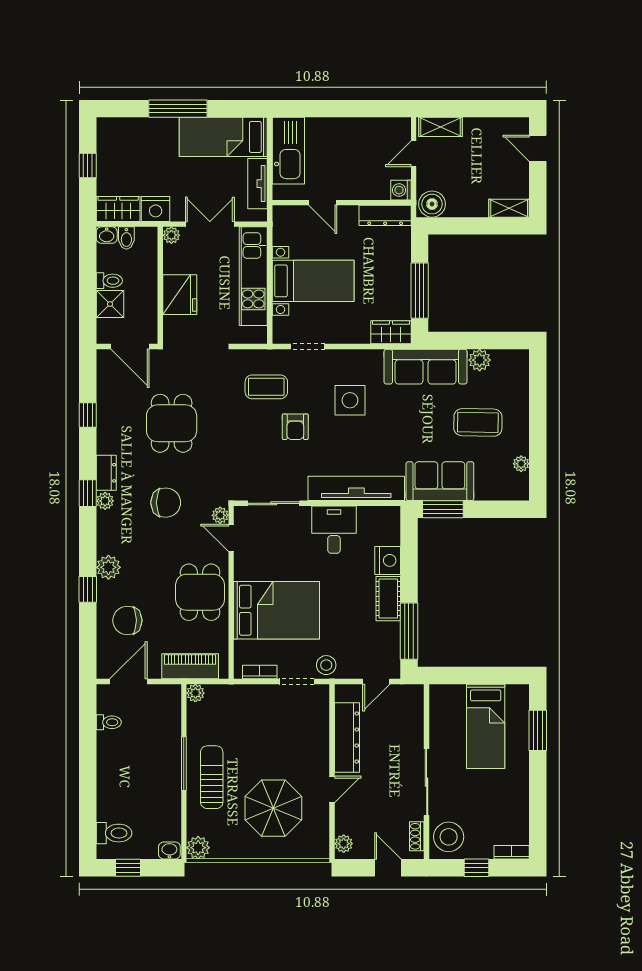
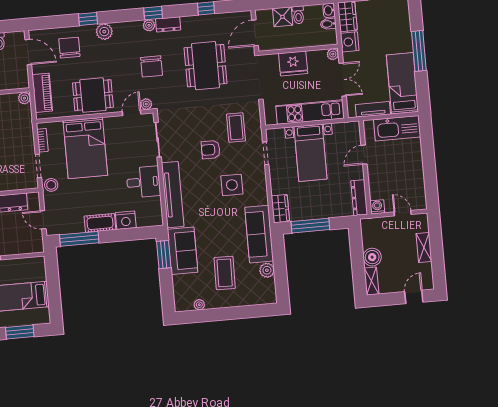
shelving: (440, 127) -> (424, 247), moved
boiler: (432, 204) -> (372, 257), moved
dining table: (172, 423) -> (206, 66), width x1.38

